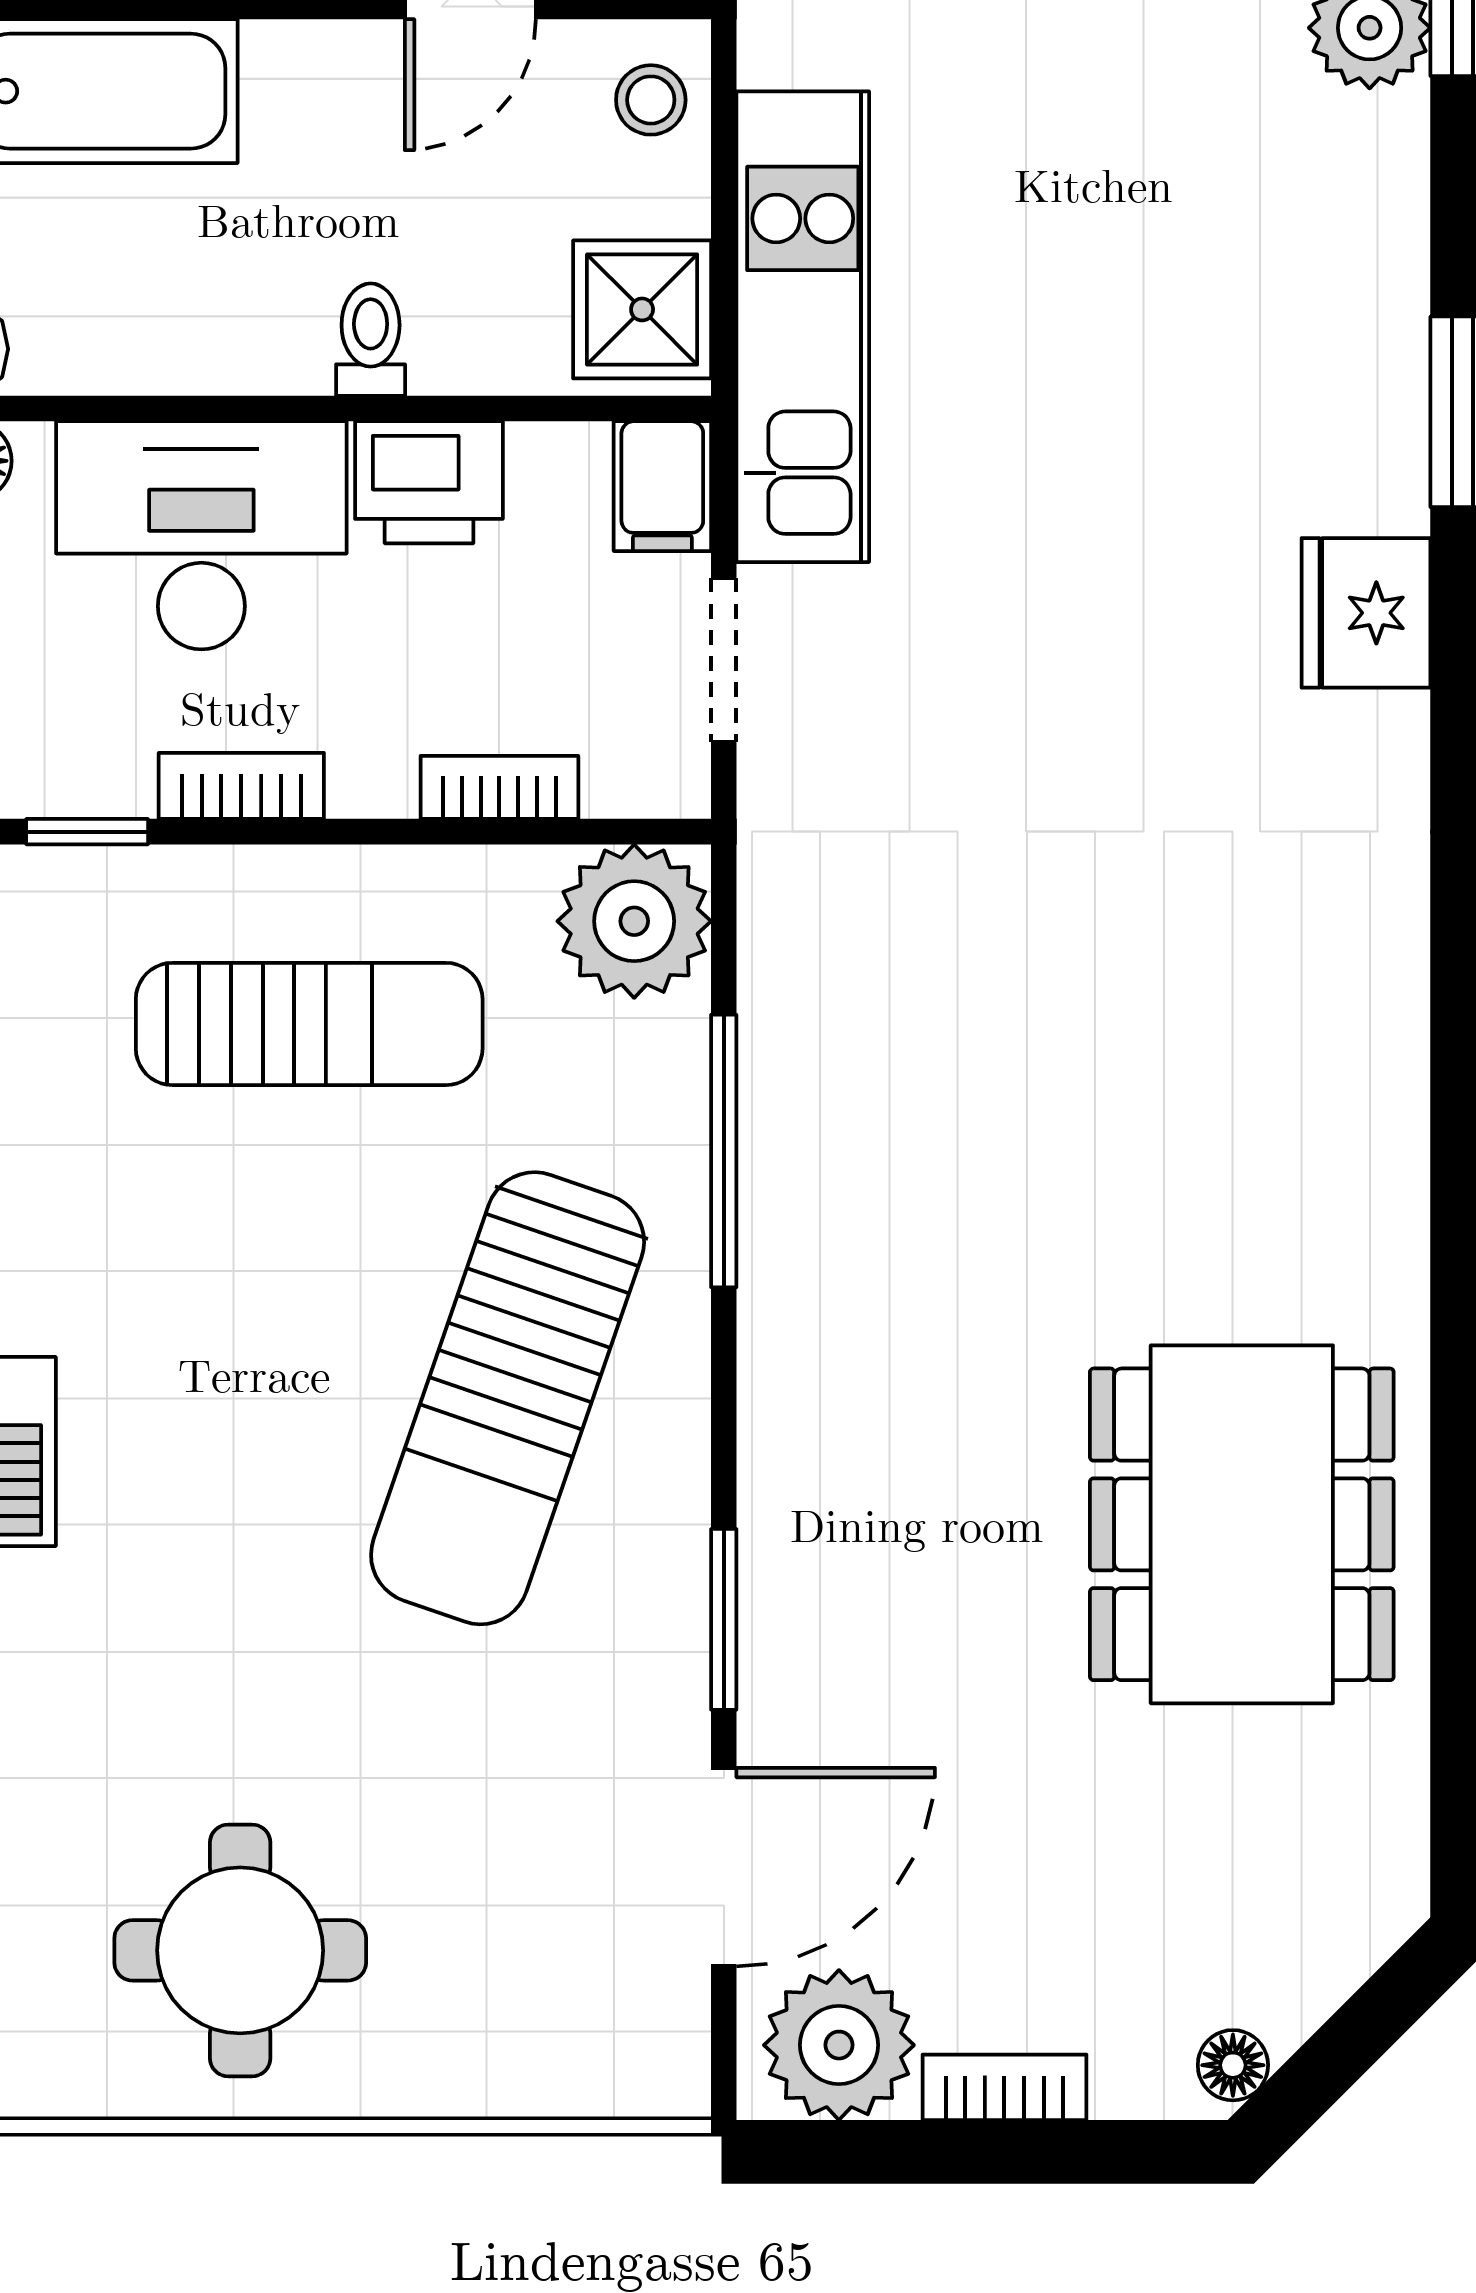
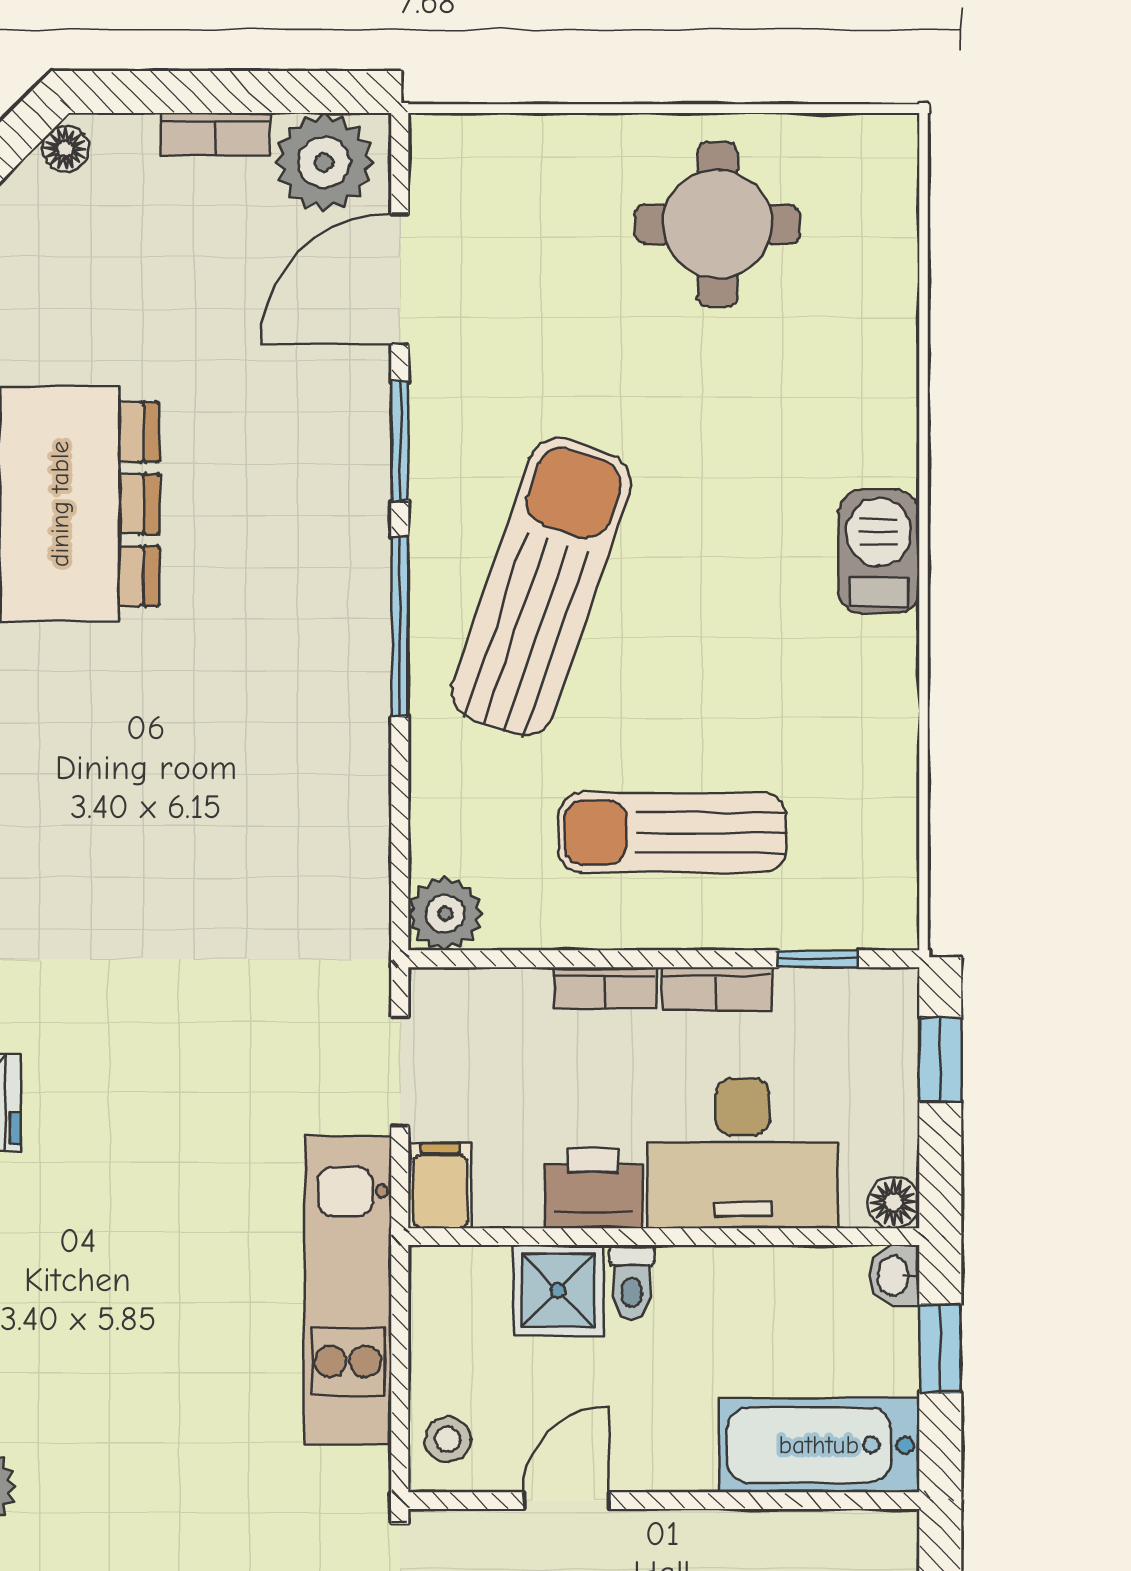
shower: (642, 309) -> (558, 1290), moved
bookcase: (499, 787) -> (605, 988), moved
plant: (634, 921) -> (445, 913), width x0.73, depth x0.73
window: (724, 1151) -> (400, 627), moved

